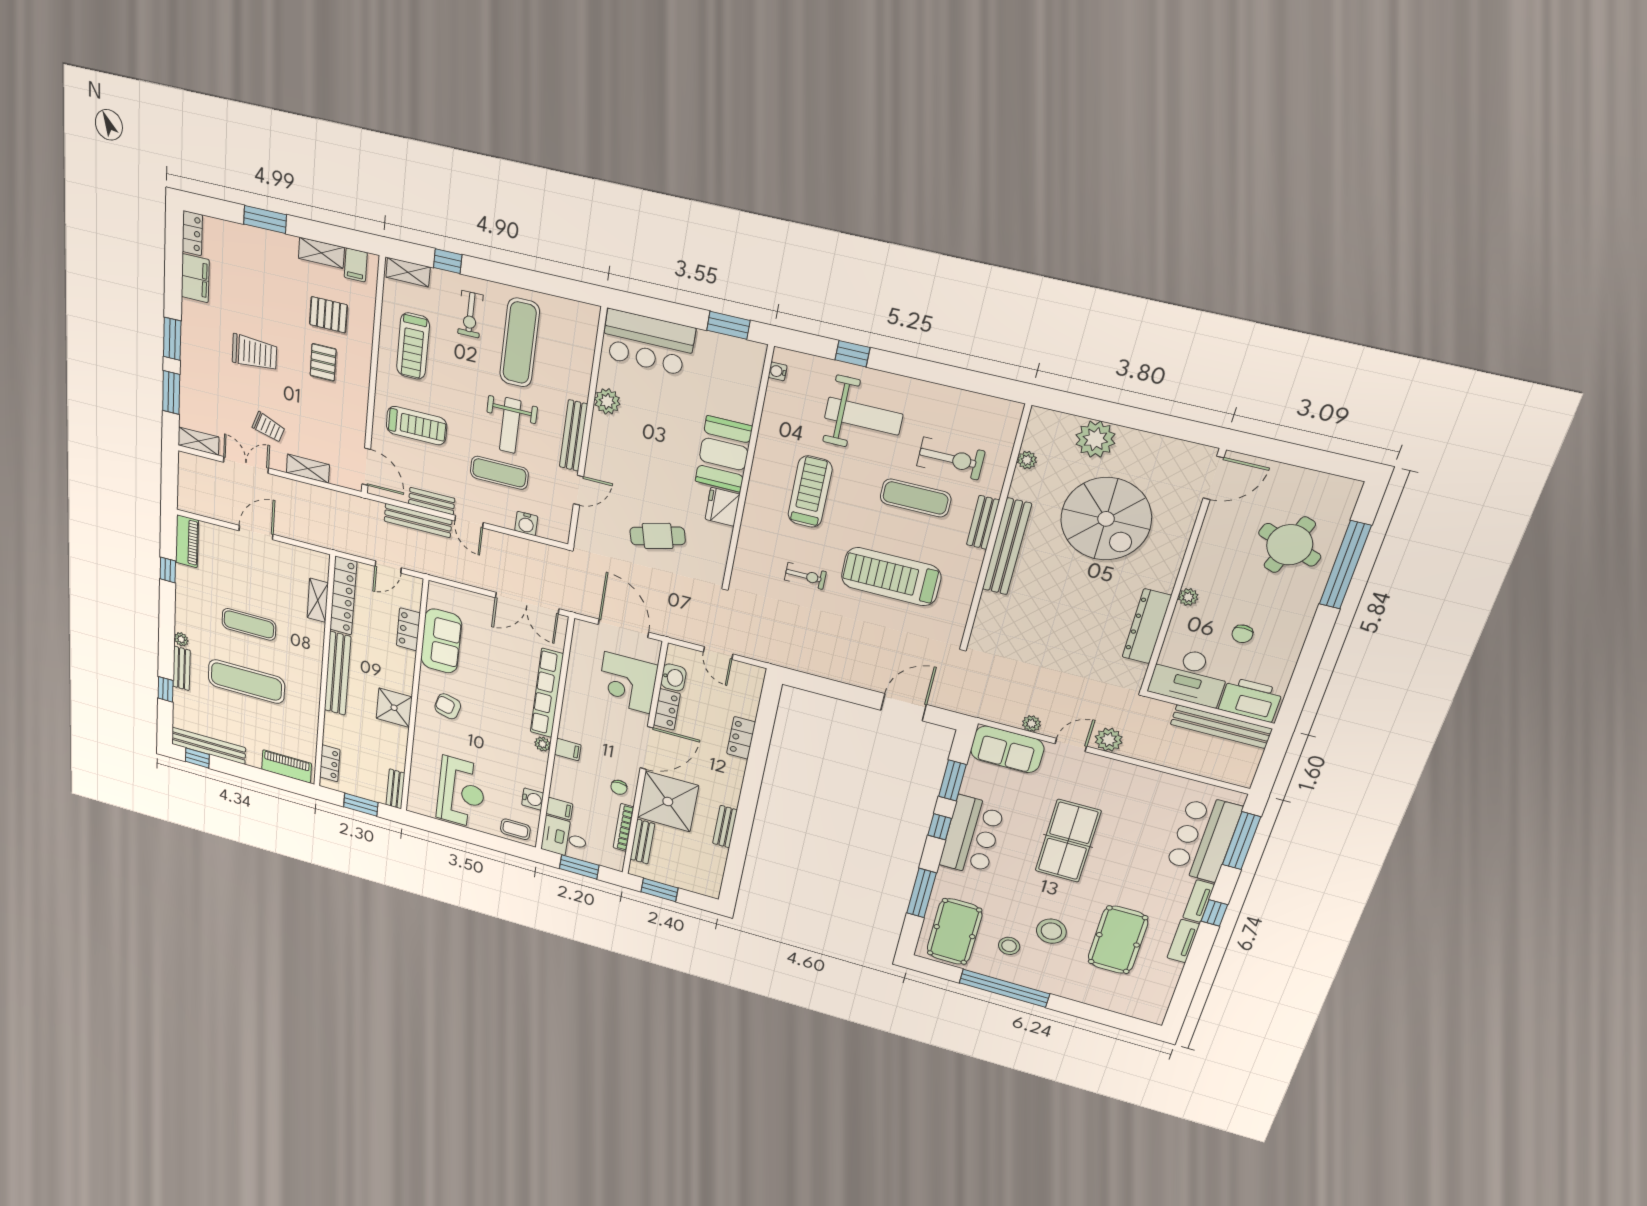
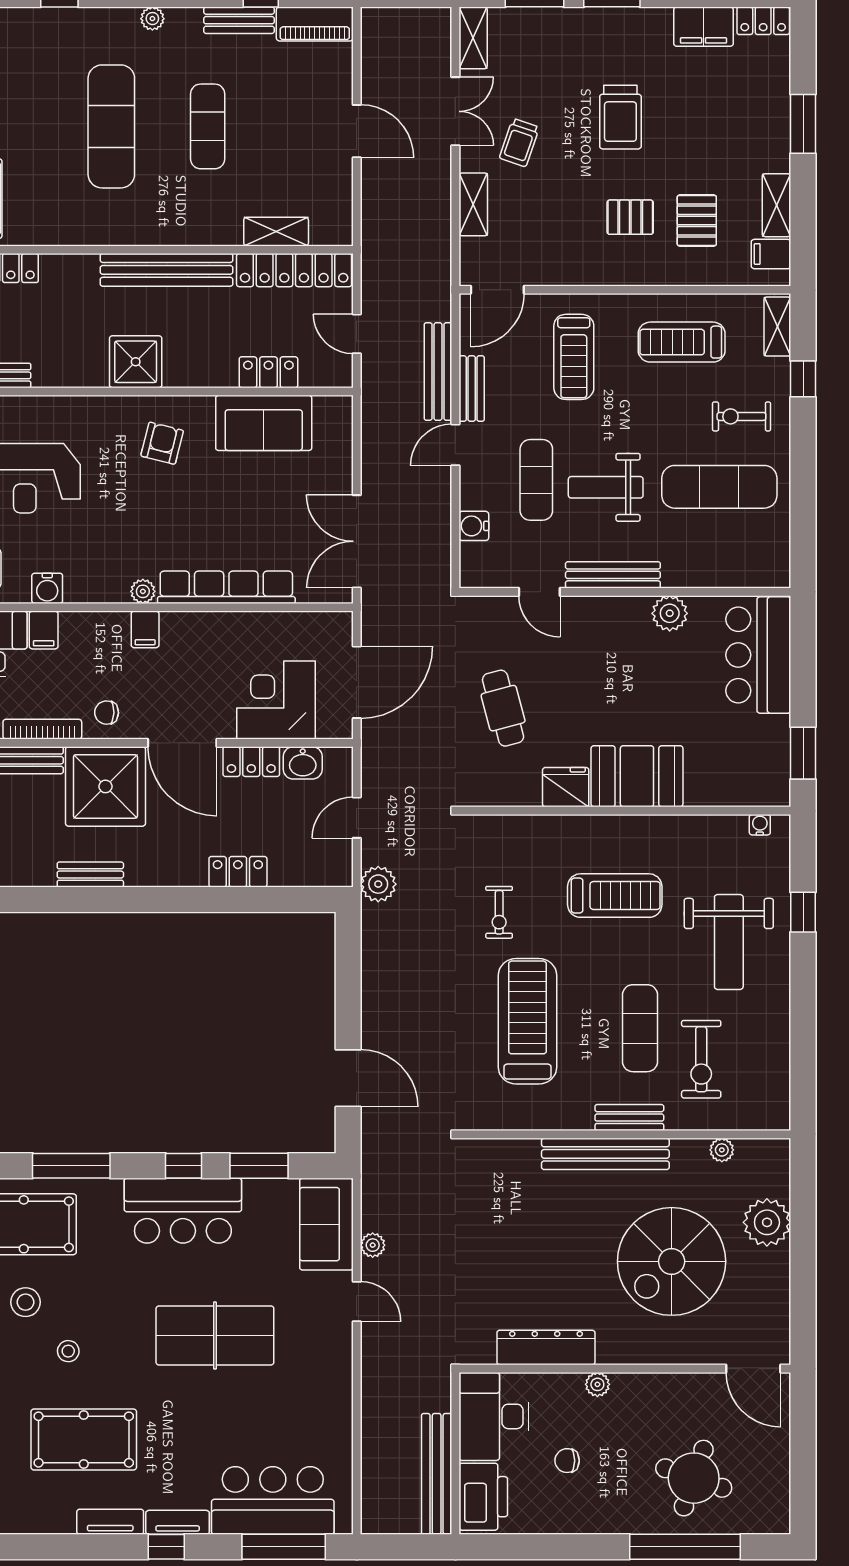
bench: (182, 668) -> (239, 20), moved
plant: (1109, 740) -> (378, 884), moved
stool: (1051, 931) -> (68, 1351), width x0.53, depth x0.53

